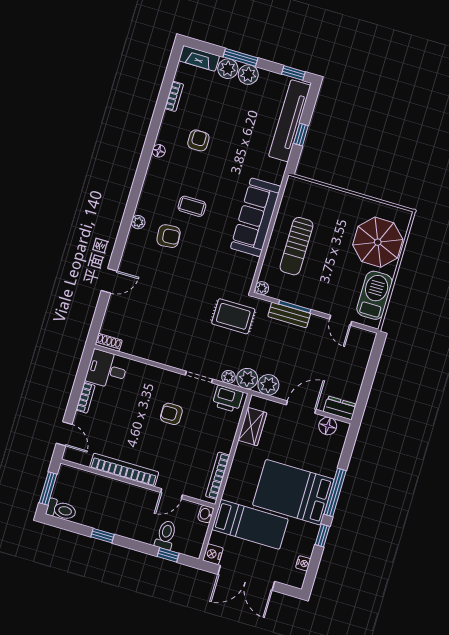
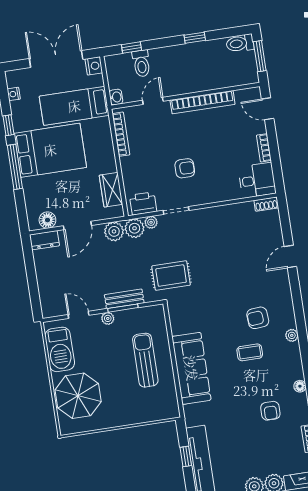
plant: (138, 222) -> (292, 335), moved
plant: (262, 288) -> (108, 318), moved

